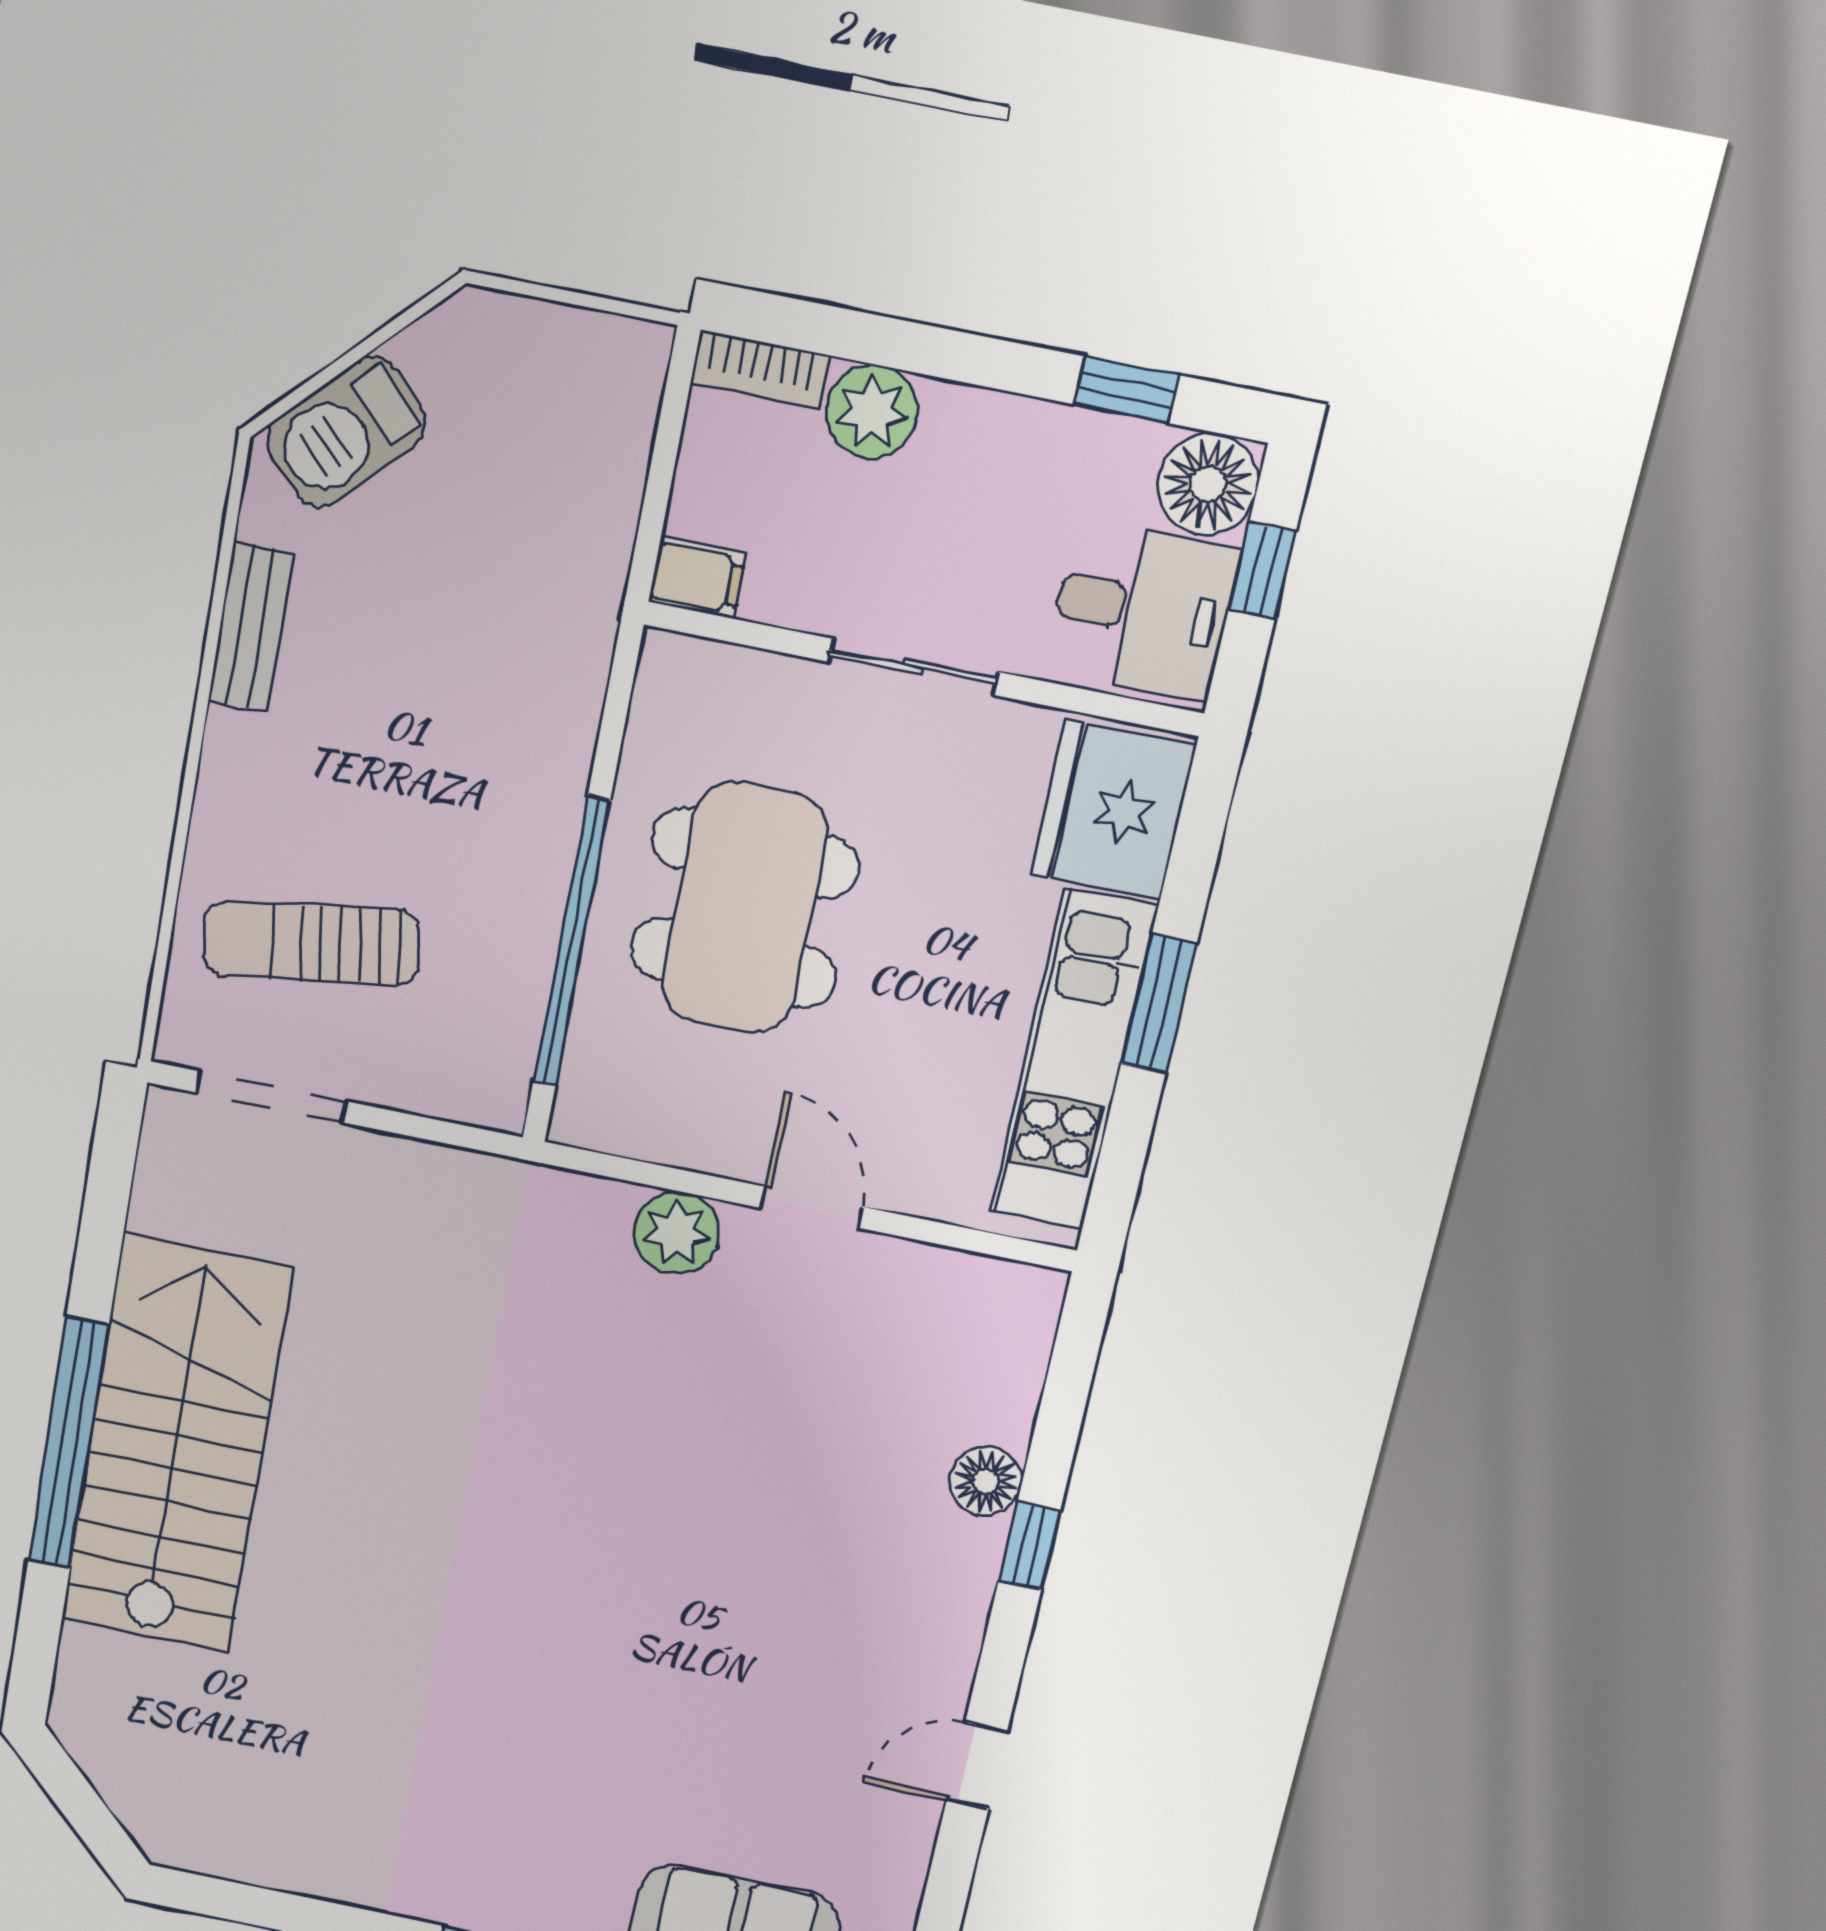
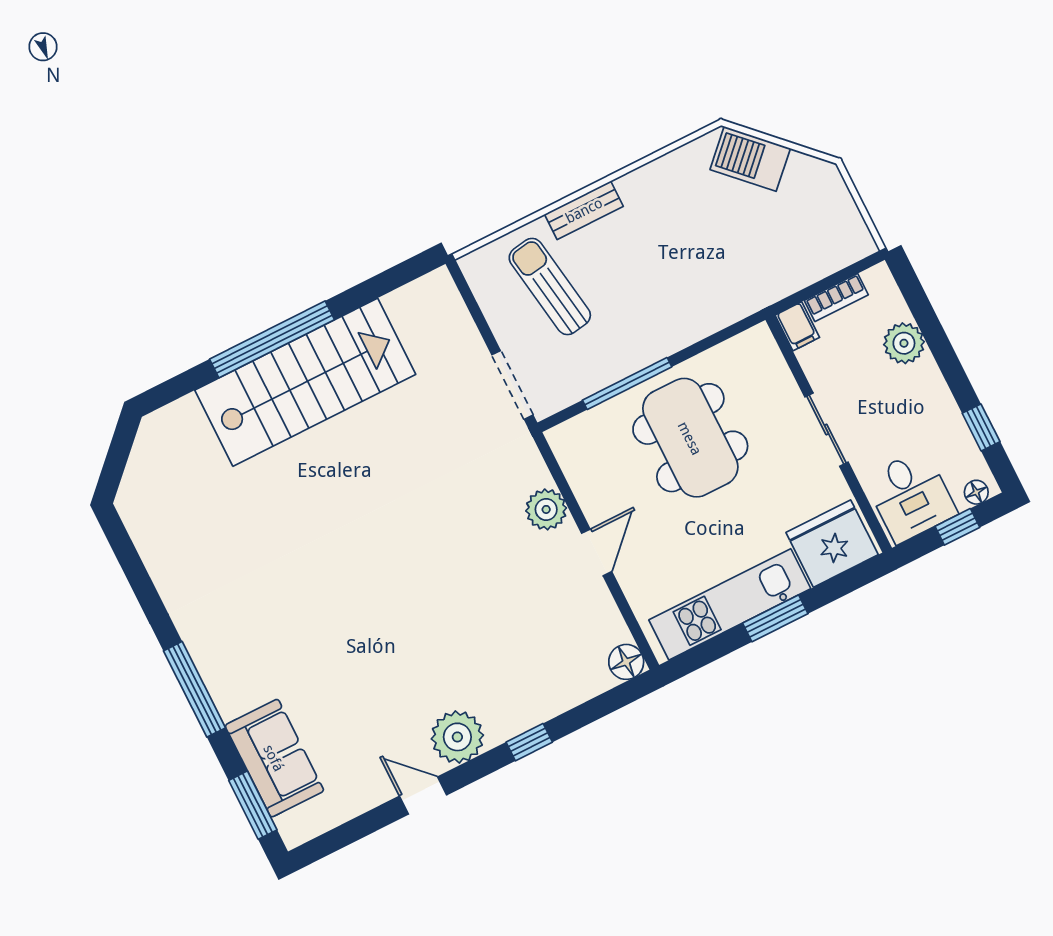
bookcase: (760, 369) -> (836, 298), moved, turned -90
floor lamp: (1208, 484) -> (976, 492), width x0.53, depth x0.53
bench: (251, 627) -> (584, 210), moved
dining table: (744, 908) -> (690, 438), turned 90
window: (571, 942) -> (627, 384), width x0.68
doorway: (271, 1097) -> (512, 385), moved
floor lamp: (986, 1481) -> (626, 662), moved
plant: (929, 1646) -> (457, 737), added

